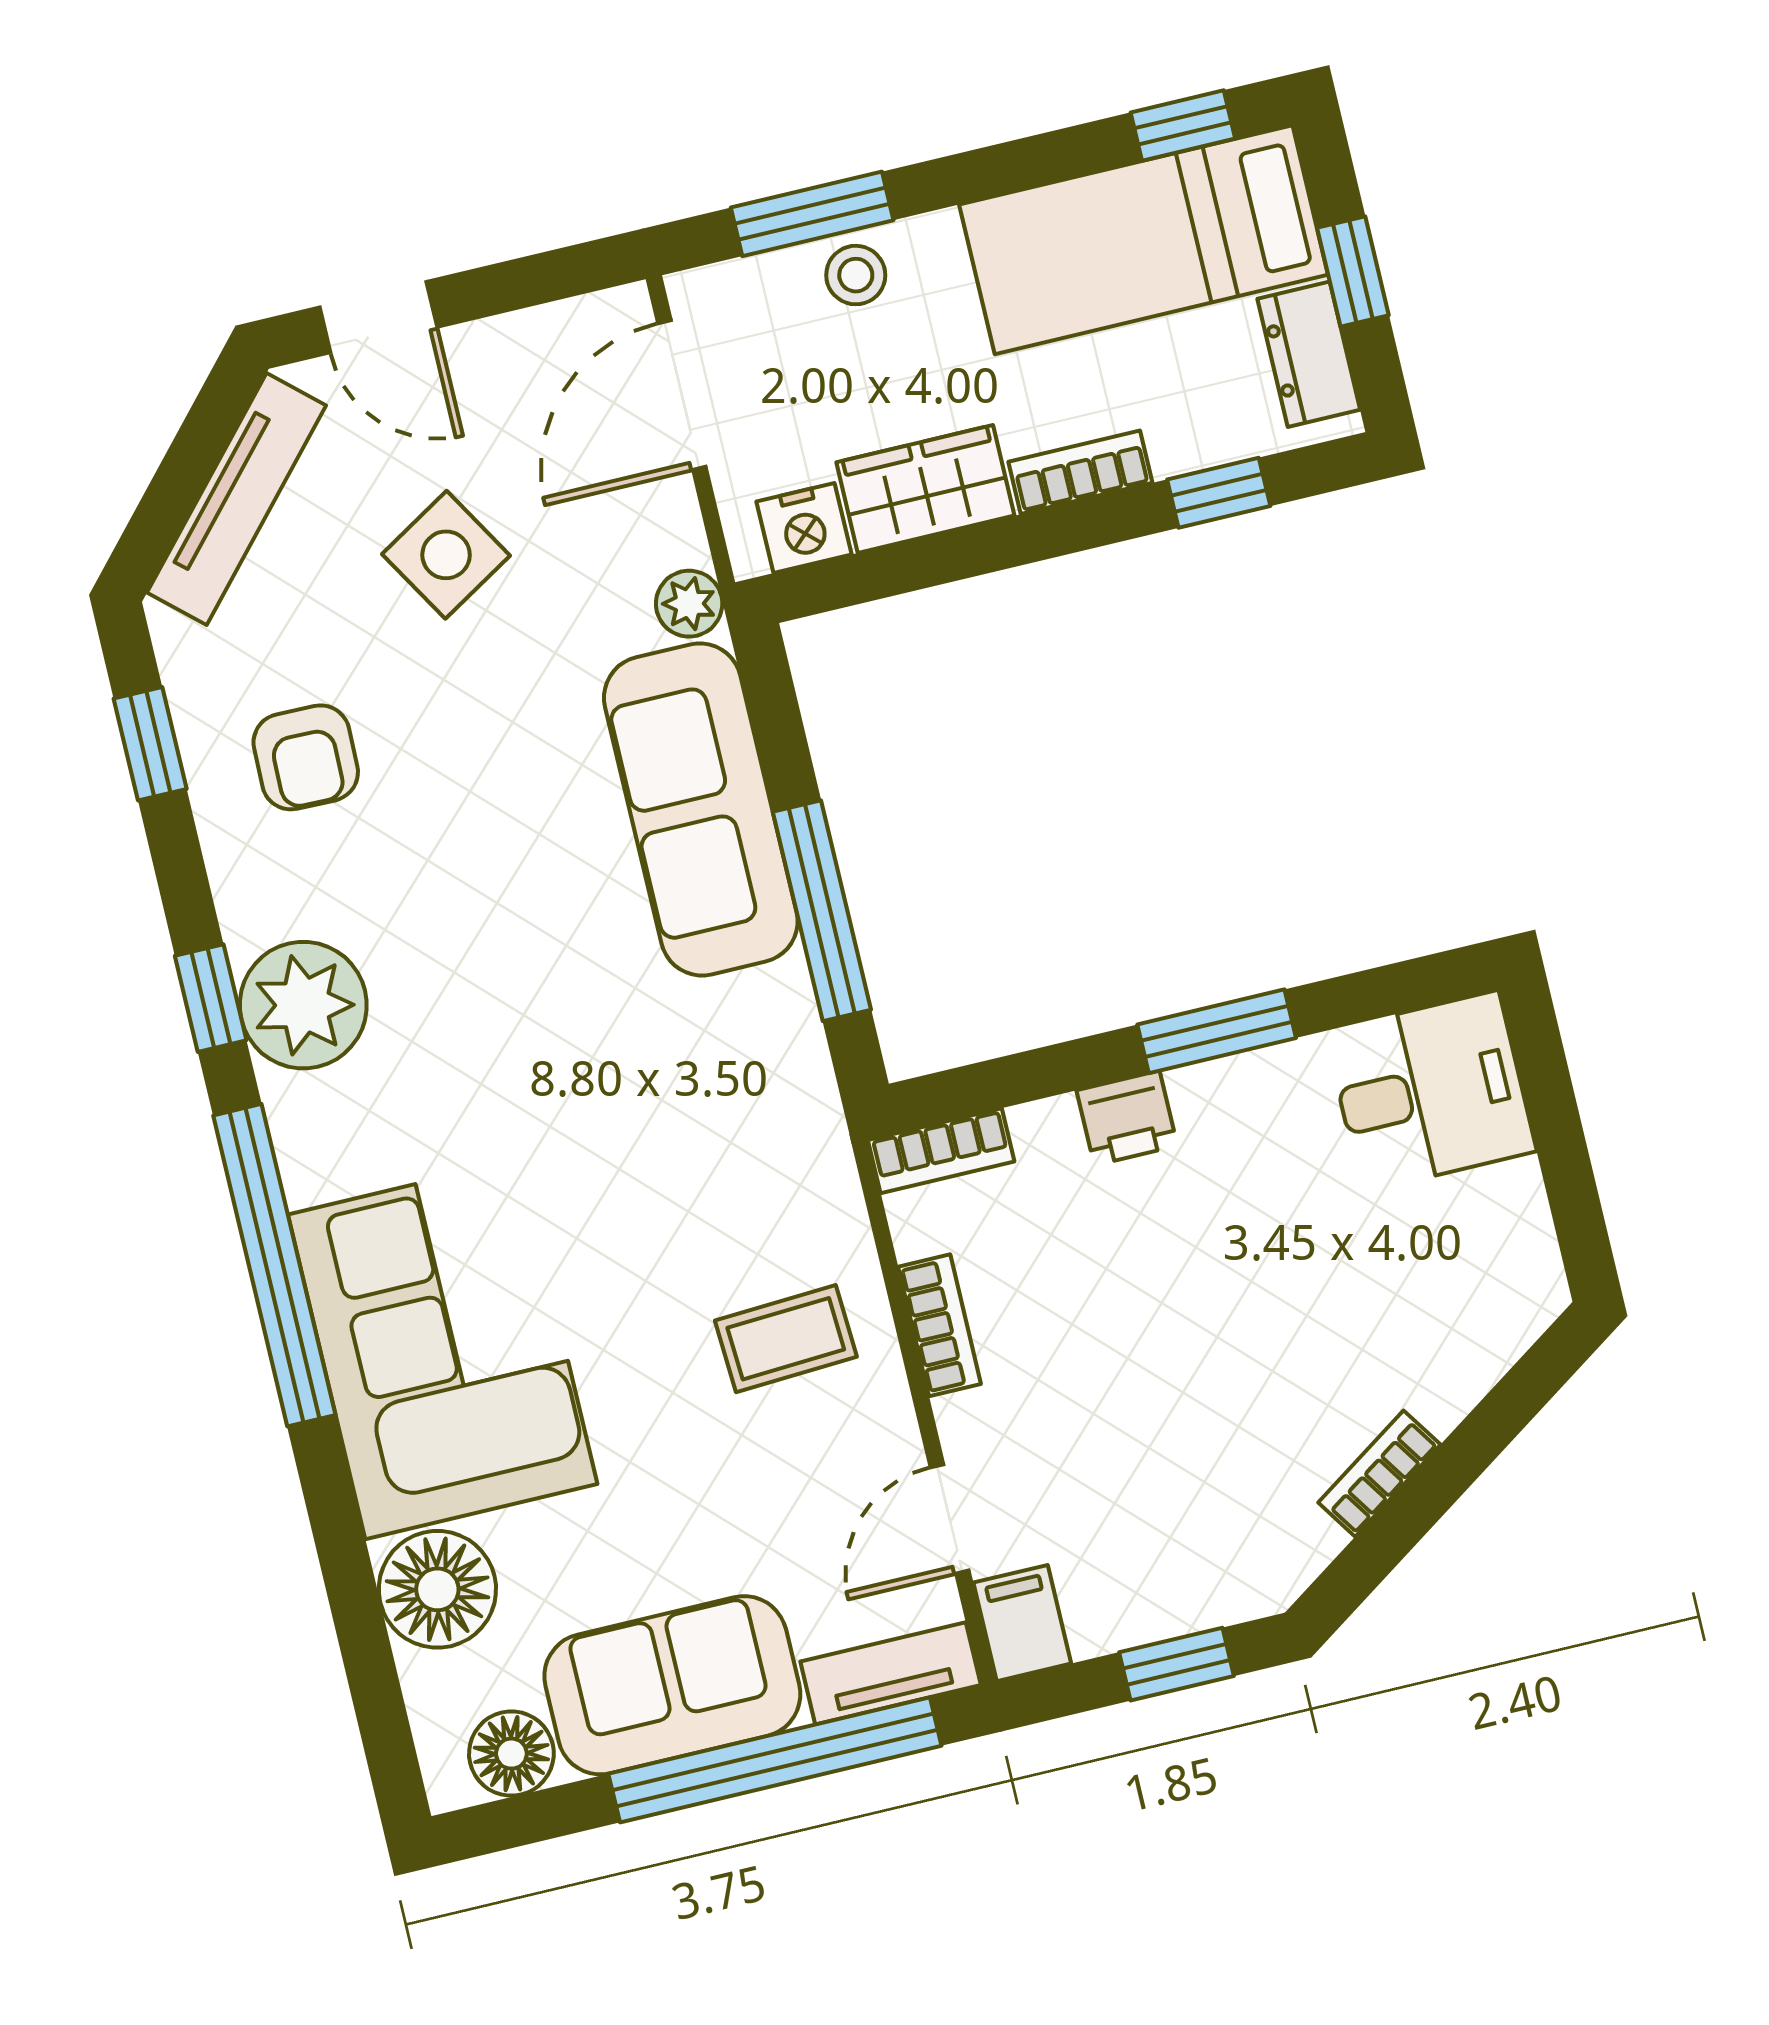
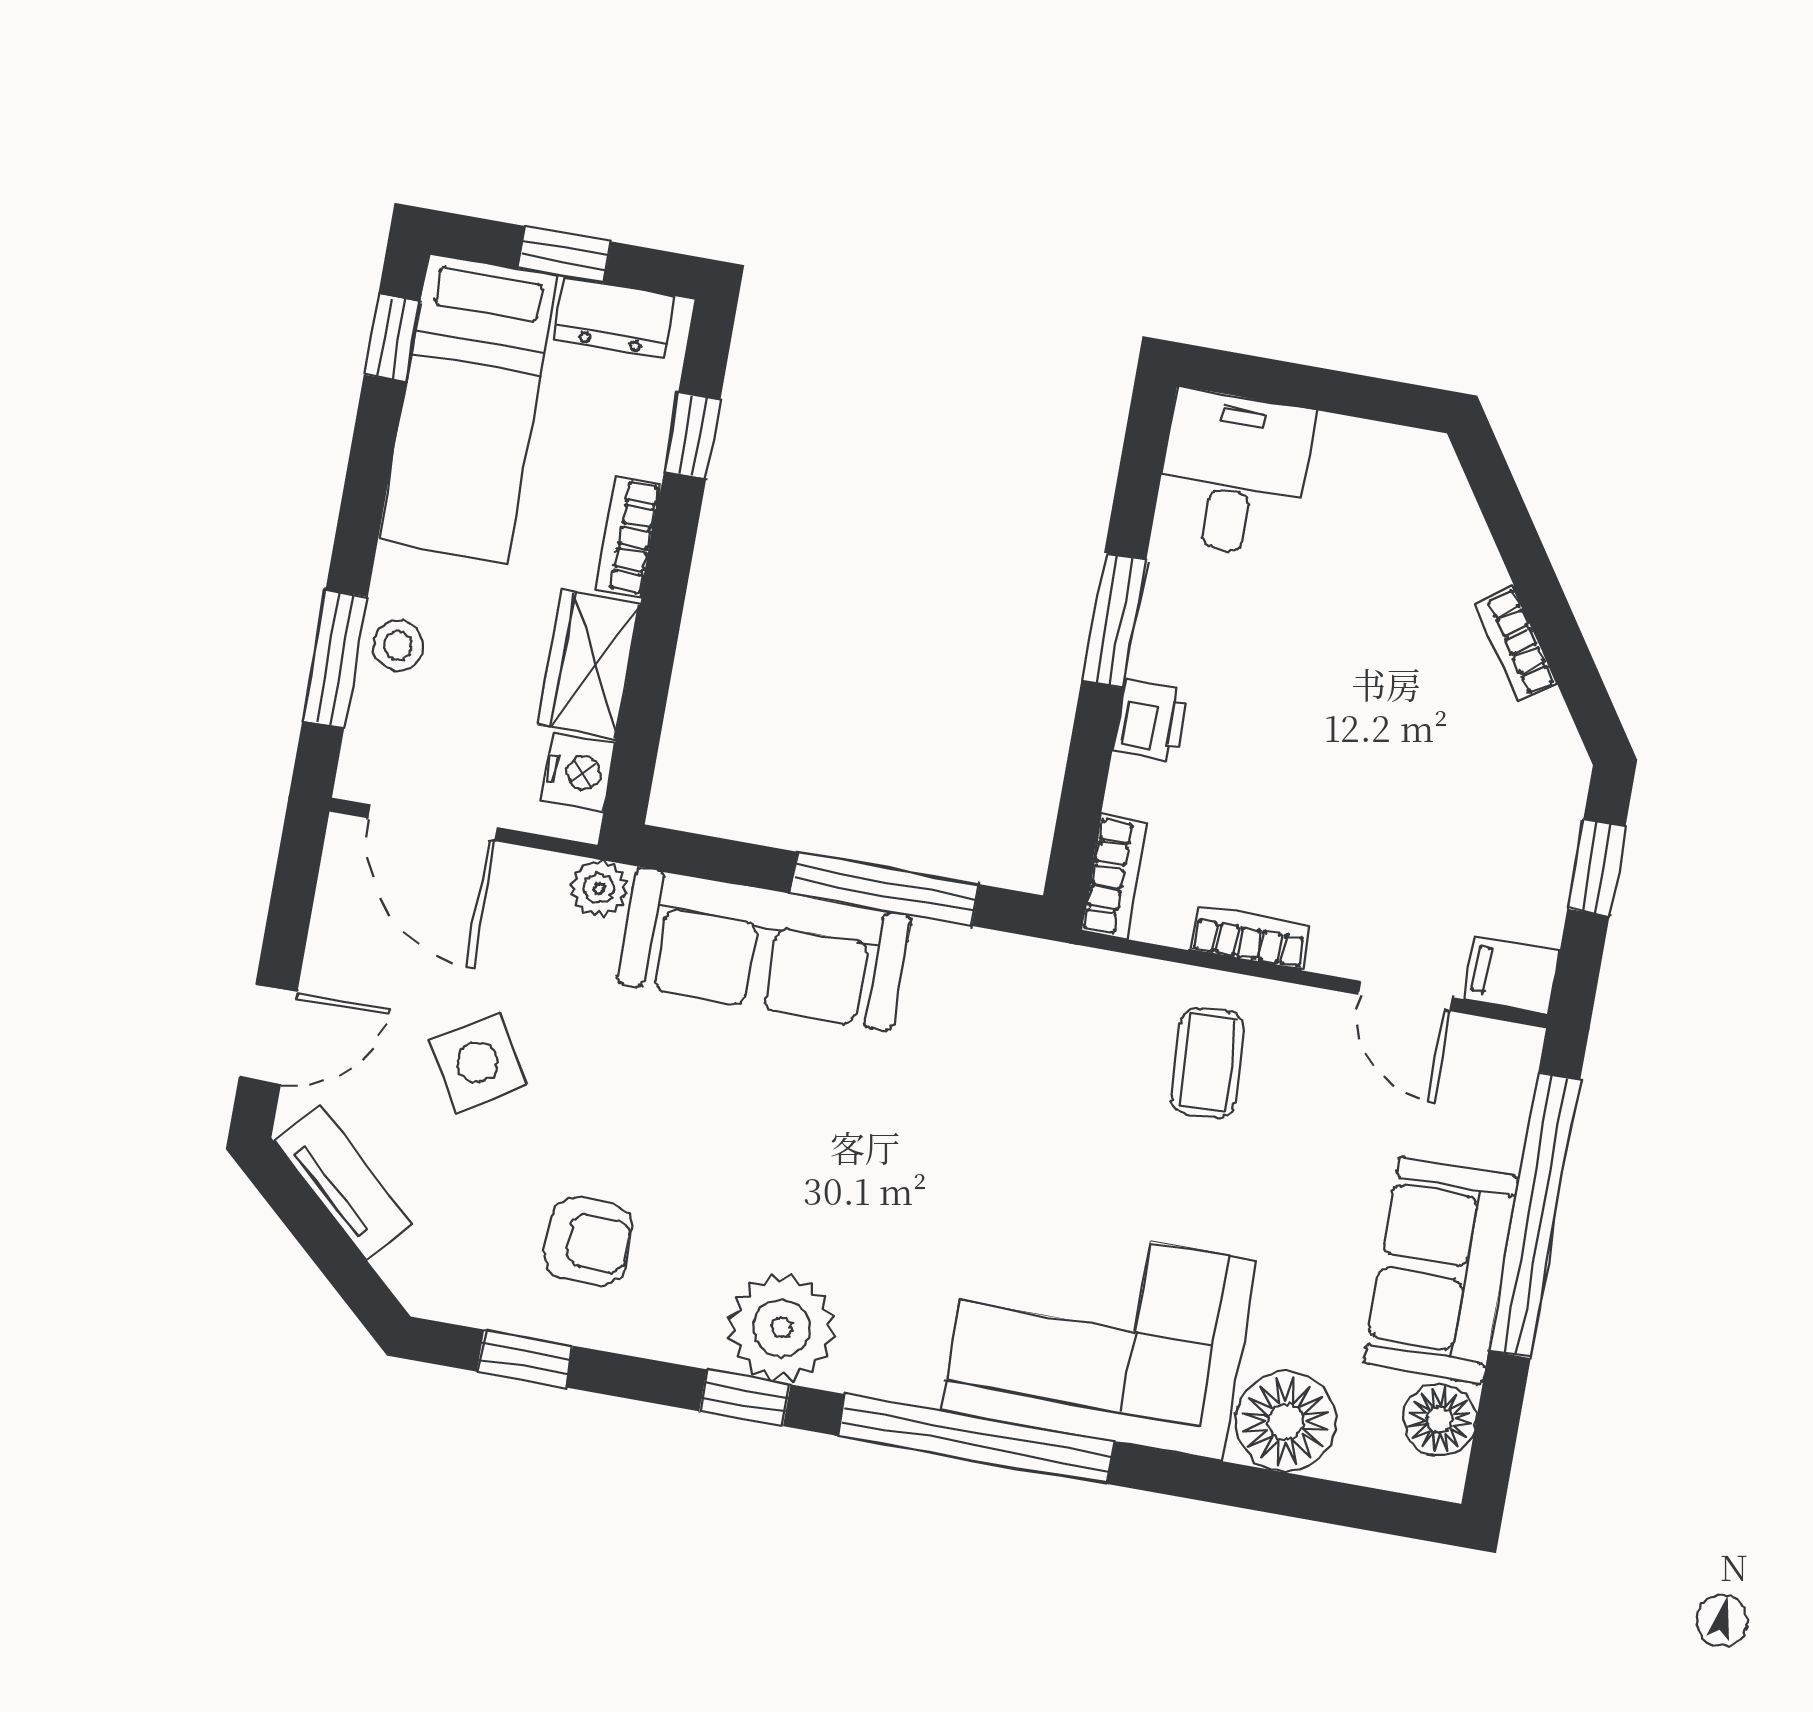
tv unit: (237, 499) -> (343, 1183), width x0.71
tv unit: (891, 1673) -> (1506, 1095), removed

